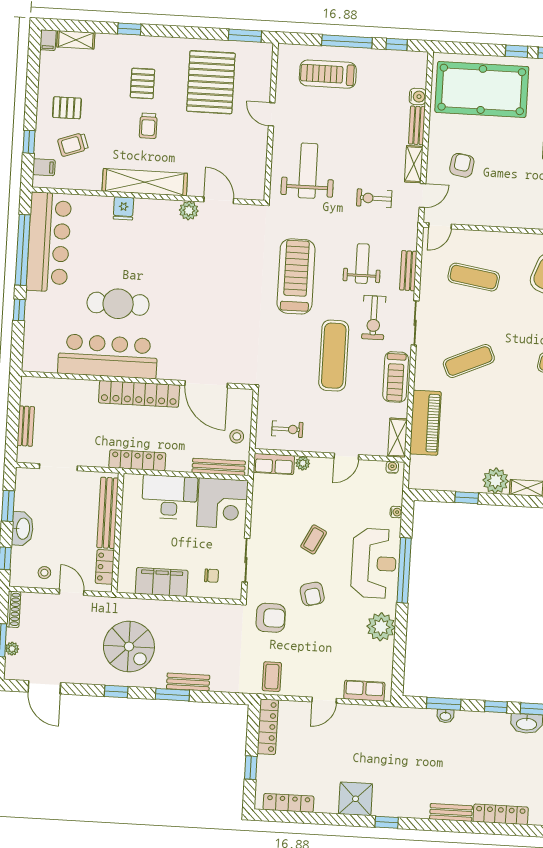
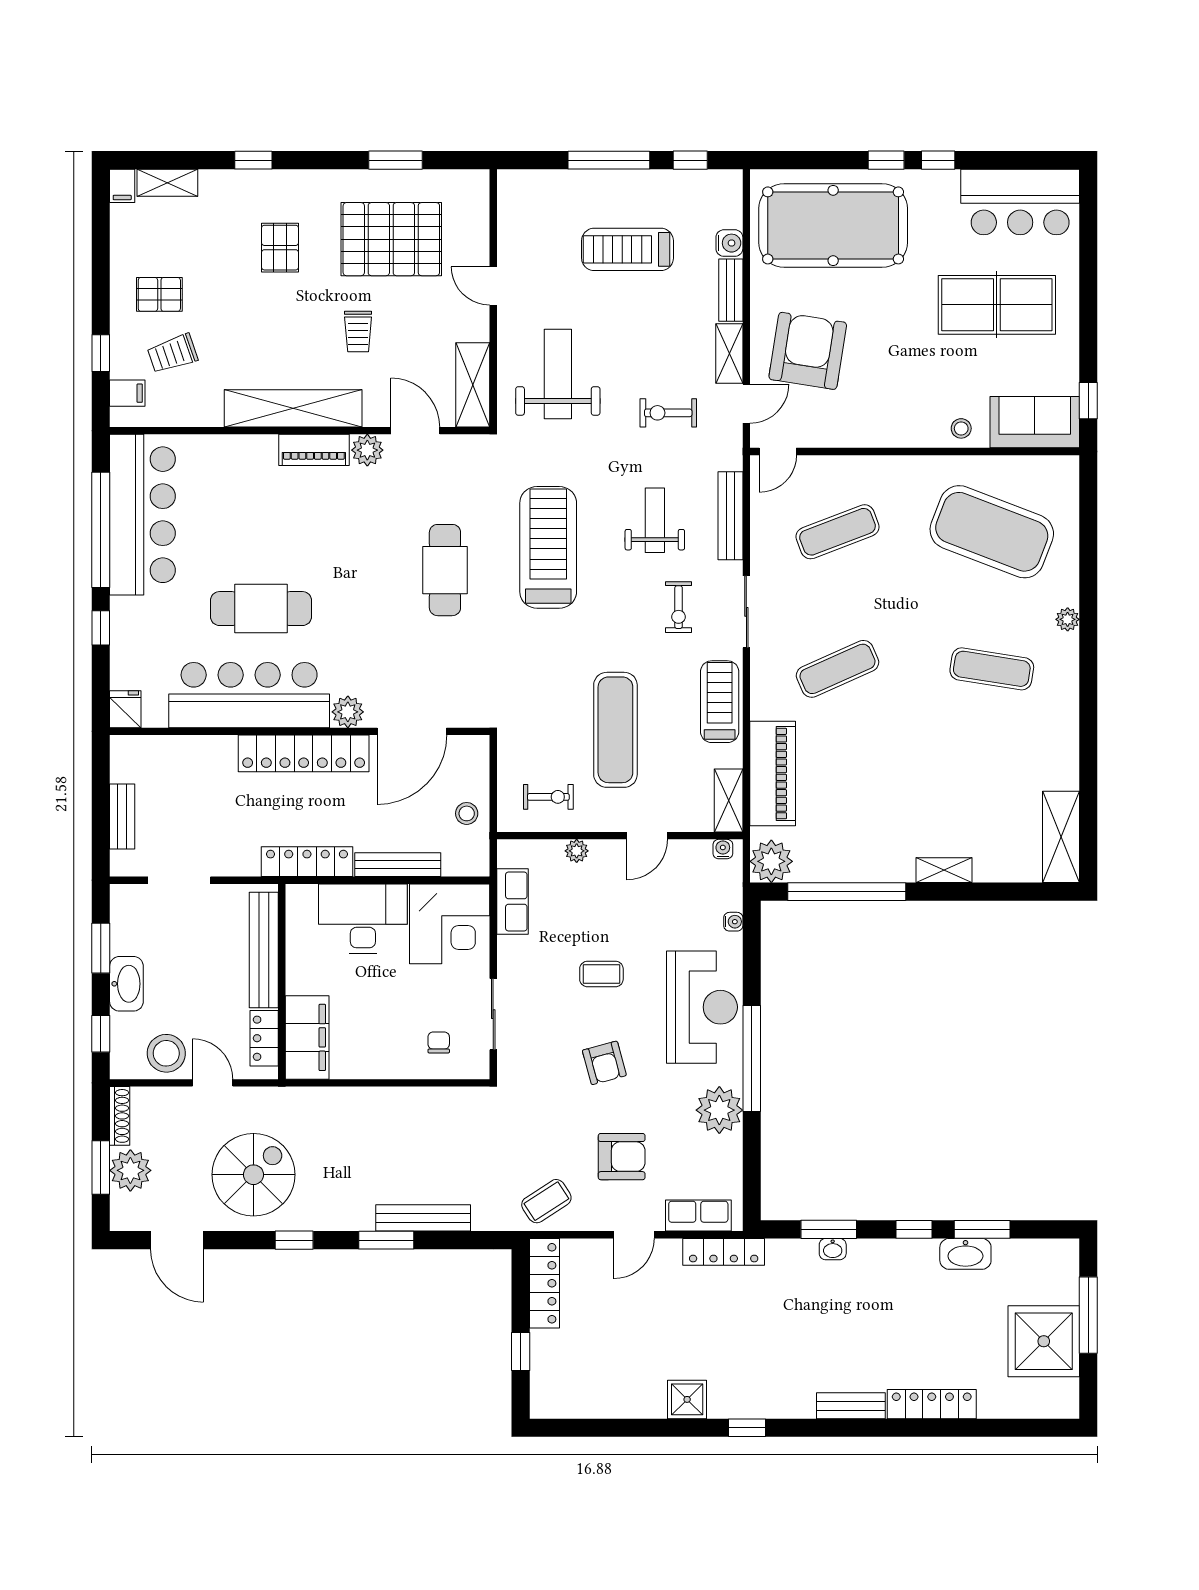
window: (245, 36) -> (395, 160), moved
treadmill: (328, 74) -> (627, 249), moved
pallet: (211, 82) -> (391, 239), turned 90
trolley: (148, 126) -> (358, 331), moved
armchair: (462, 165) -> (808, 351), width x1.88, depth x1.88
shelving: (256, 174) -> (473, 385), added
fridge: (123, 208) -> (125, 709), moved, turned 180
piano: (156, 208) -> (314, 450), added
bench: (408, 271) -> (730, 516), width x1.36
exercise mat: (474, 277) -> (837, 532), turned -30
cafe table: (232, 287) -> (445, 570), added
exercise bike: (374, 318) -> (679, 607), width x0.73, depth x0.72
exercise mat: (334, 356) -> (615, 730), moved
plant: (168, 370) -> (348, 712), added
treadmill: (396, 377) -> (720, 702), turned 180
door: (206, 384) -> (412, 731), hinge flipped
row of seats: (274, 464) -> (513, 901), moved, turned -90
bench: (219, 467) -> (398, 865), moved
plant: (496, 481) -> (771, 861), moved
window: (467, 498) -> (847, 892), width x3.17
coffee table: (314, 539) -> (601, 974), turned 63
window: (404, 570) -> (752, 1058), moved
stool: (44, 573) -> (166, 1053), width x1.89, depth x1.89
chair: (212, 576) -> (439, 1042), turned -90
filing cabinet: (162, 582) -> (307, 1037), moved, turned 90
armchair: (271, 618) -> (622, 1157), moved
spiral stairs: (129, 647) -> (253, 1175), moved, turned -90
plant: (12, 649) -> (130, 1170), width x1.88, depth x1.88
coffee table: (272, 677) -> (546, 1201), turned 57
bench: (188, 682) -> (423, 1218), width x1.36
shower: (356, 799) -> (687, 1399), width x0.73, depth x0.73
locker: (288, 803) -> (724, 1252), moved, turned 180

